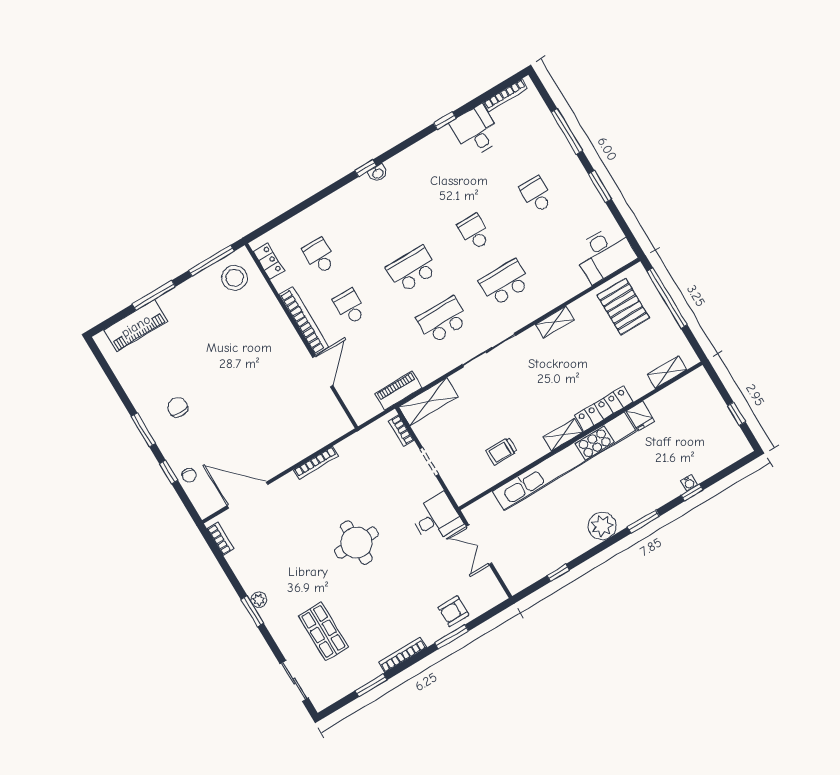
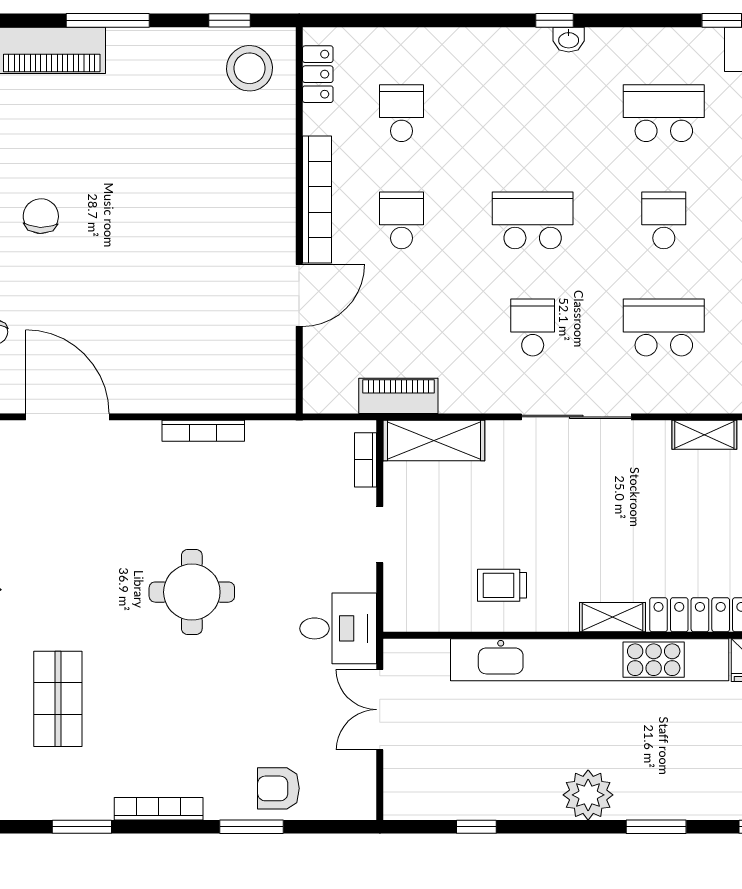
school desk: (444, 181) -> (664, 113), added
window: (211, 261) -> (230, 20), width x0.46
school desk: (443, 320) -> (533, 327), width x0.54

